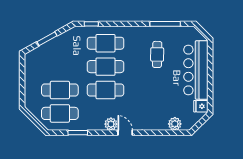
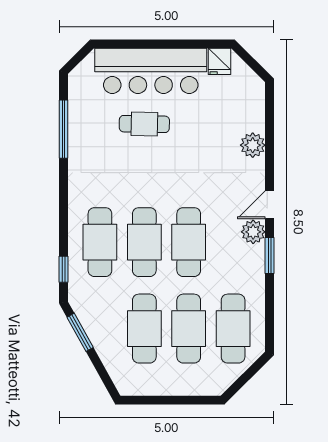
window: (47, 39) -> (80, 332), moved
cafe table: (157, 54) -> (144, 124), moved
cafe table: (60, 67) -> (144, 329), added
plant: (175, 124) -> (253, 145), moved
window: (78, 133) -> (270, 255), moved

